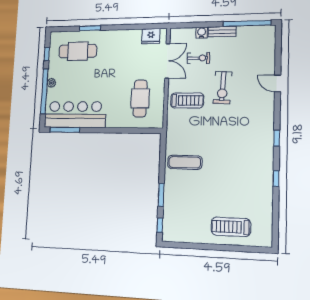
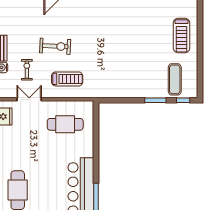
double door: (167, 61) -> (29, 99), width x0.73
treadmill: (187, 100) -> (67, 79), turned 90
exercise mat: (185, 162) -> (175, 79), moved

